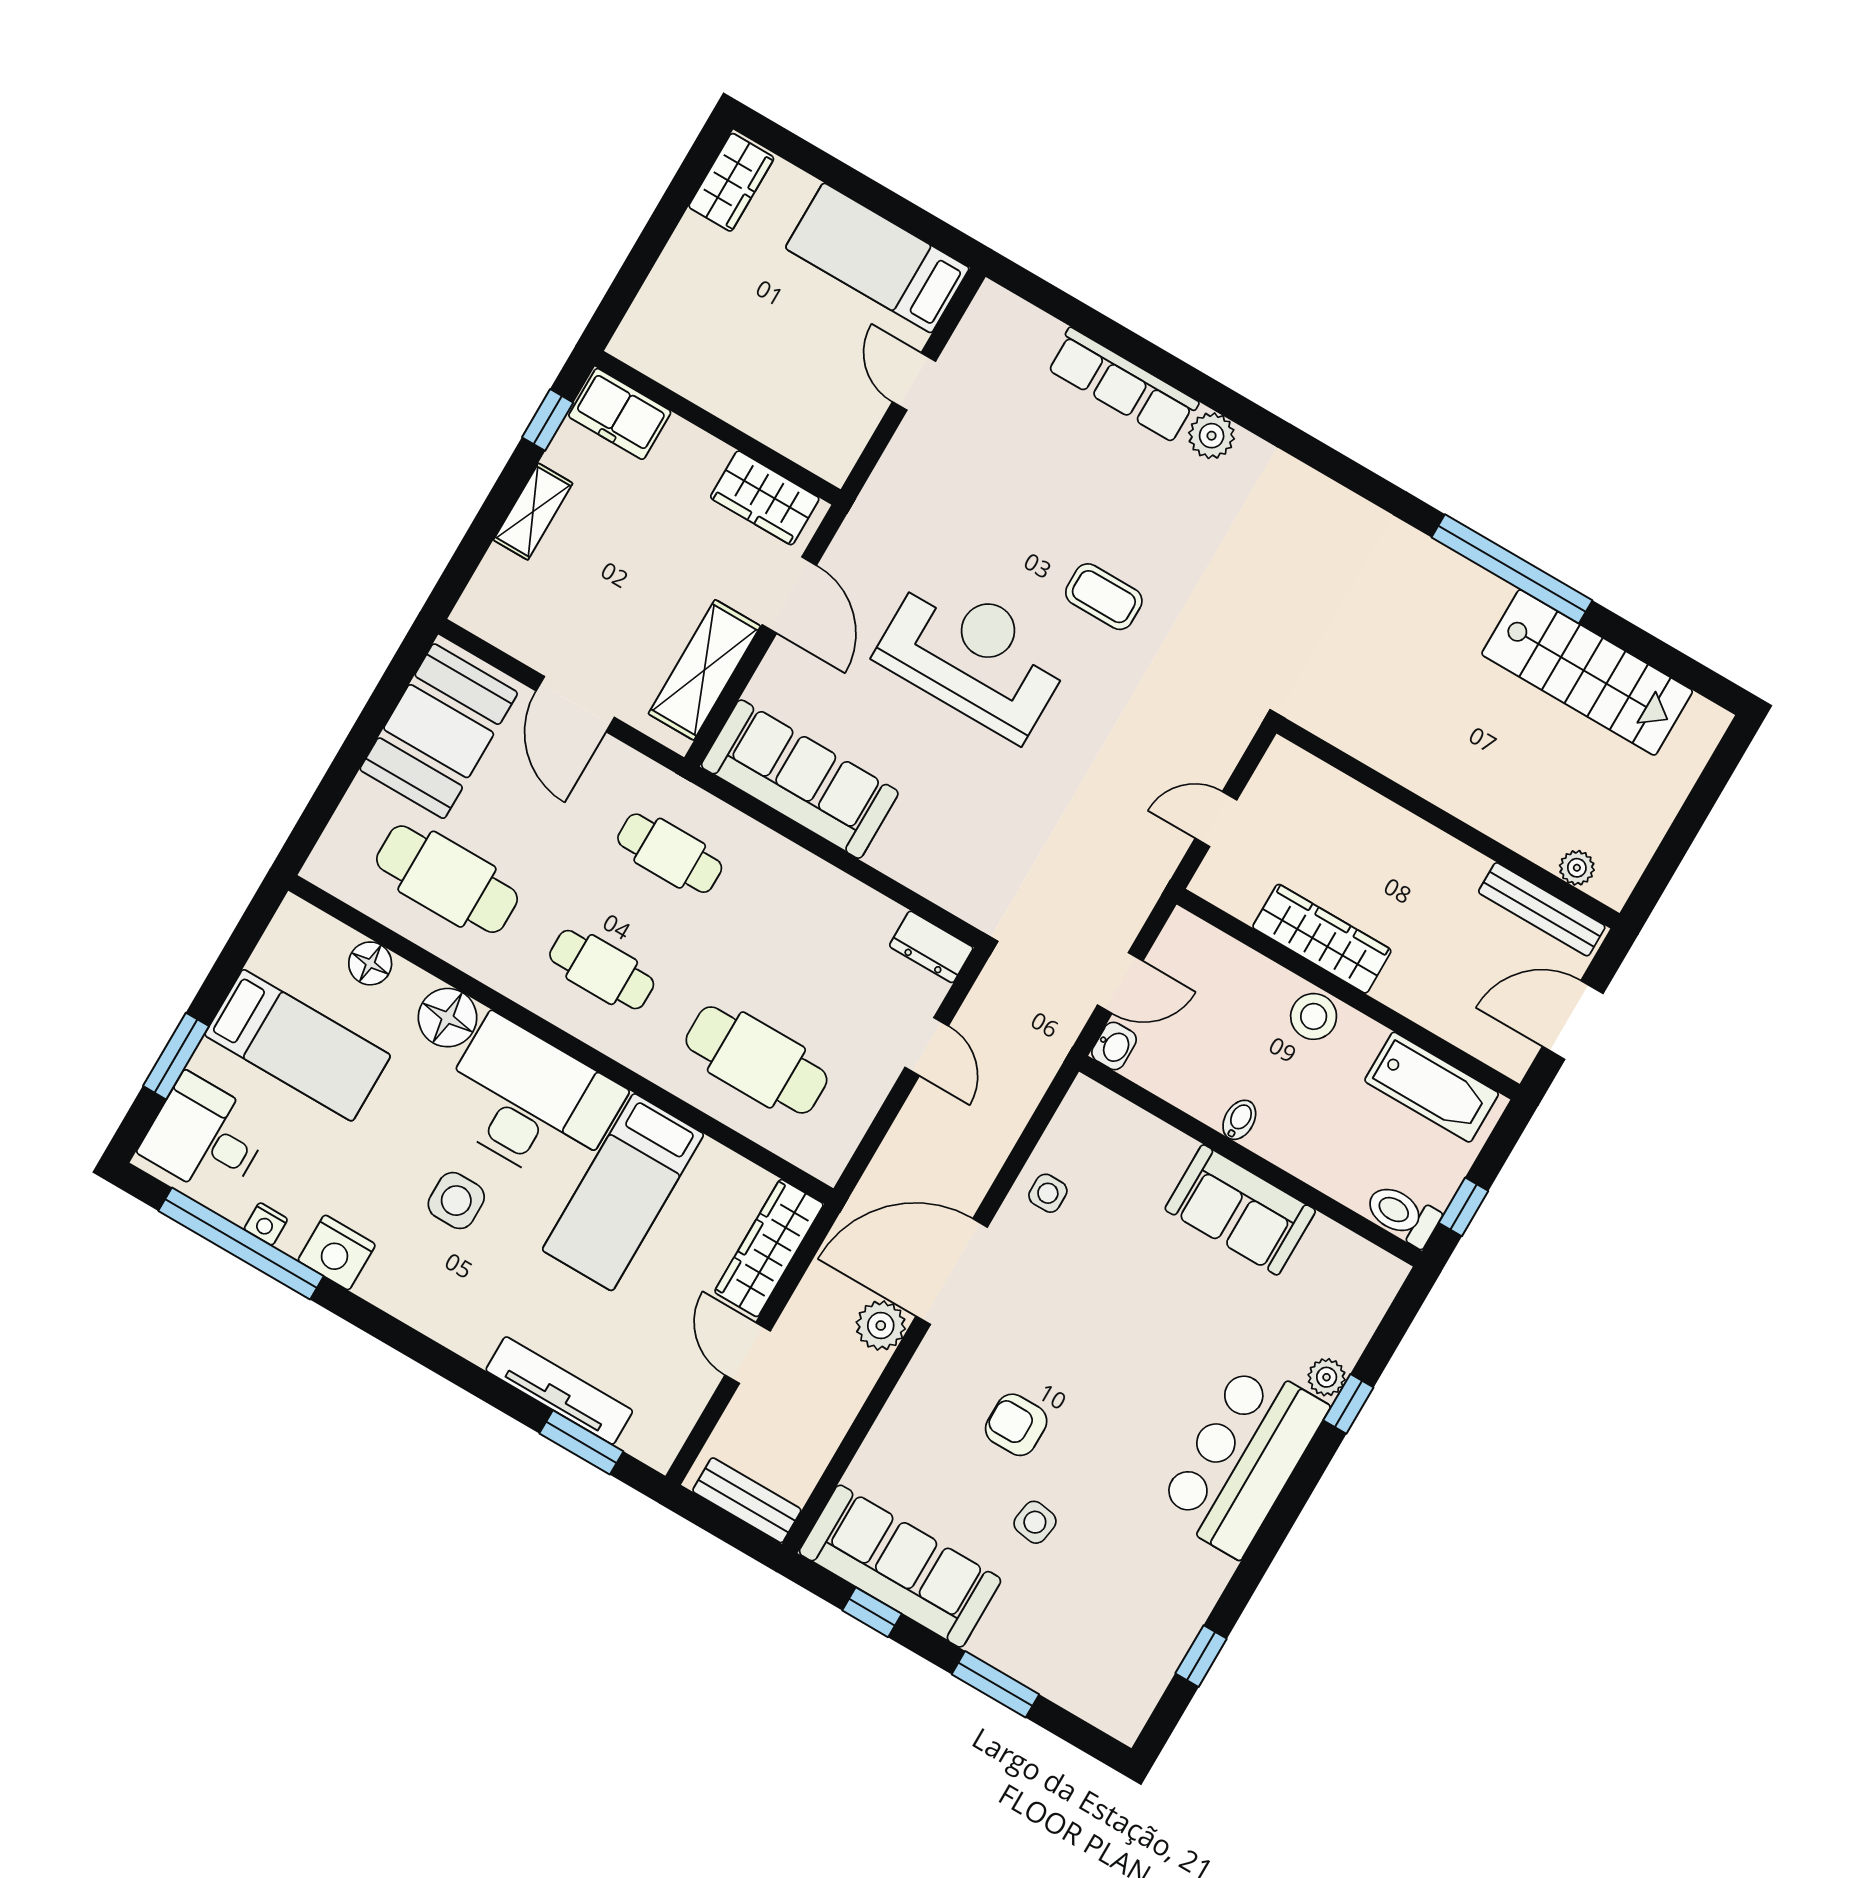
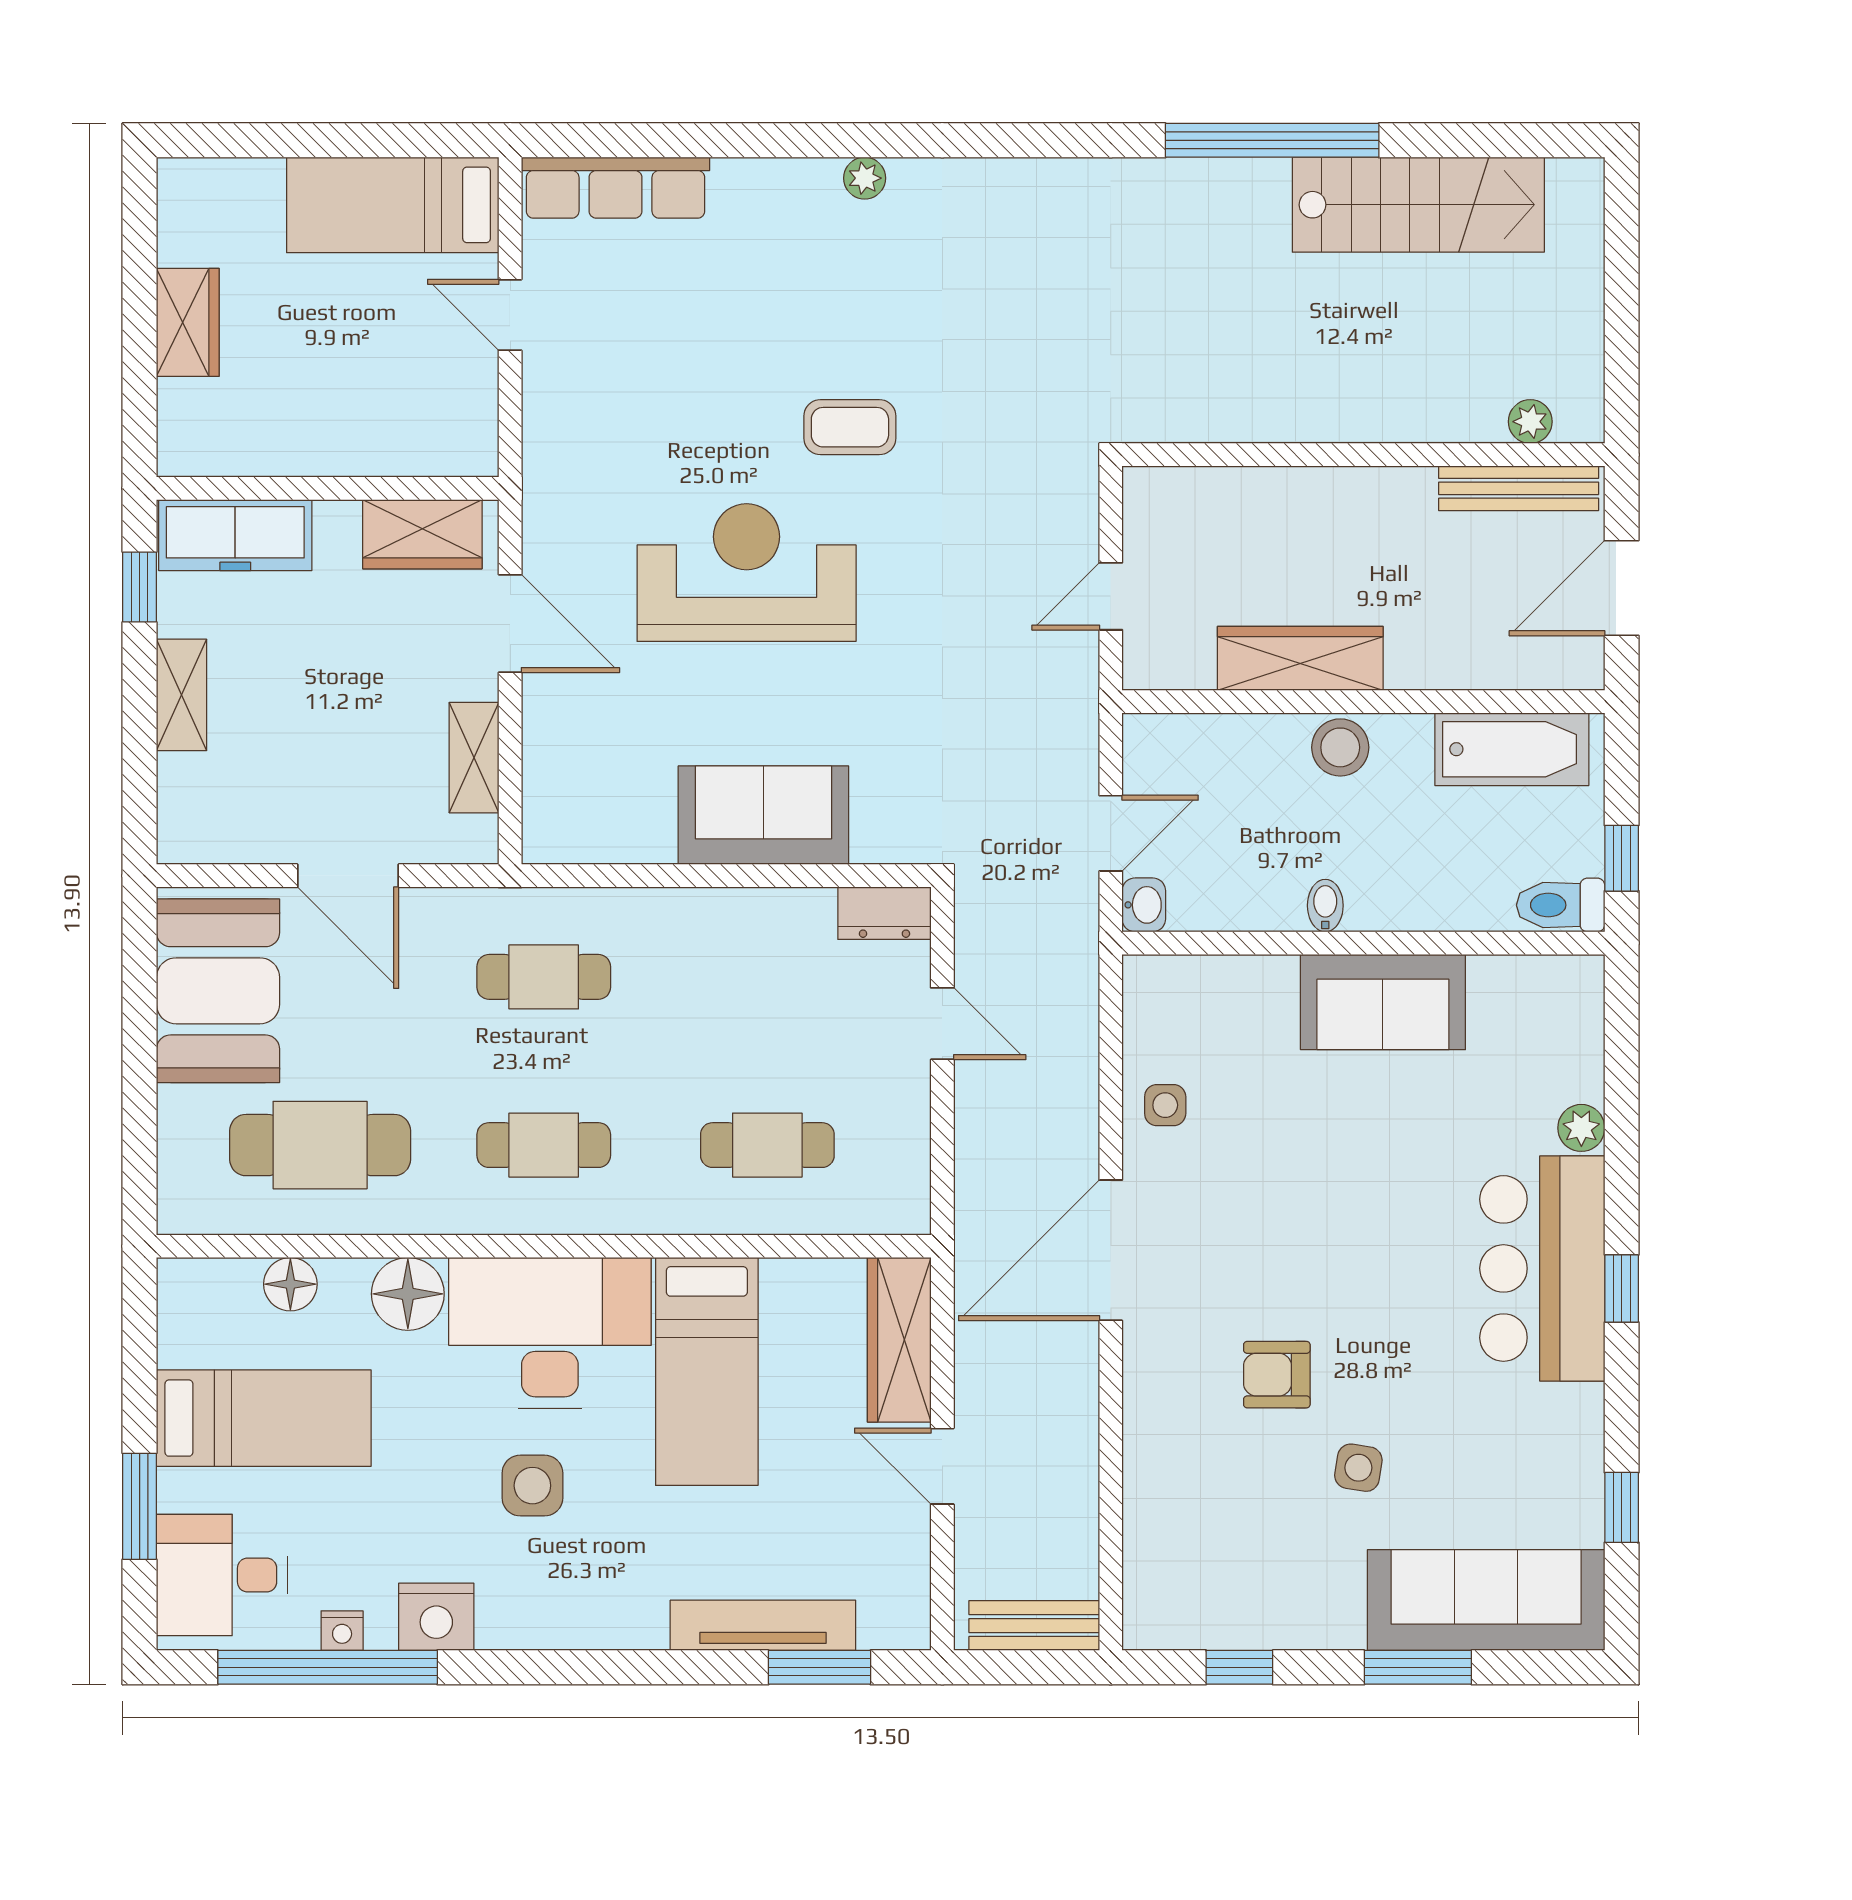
wardrobe: (731, 182) -> (188, 322), moved
row of seats: (1123, 385) -> (616, 188), moved
freezer: (620, 414) -> (235, 535), width x1.40
plant: (1212, 436) -> (865, 178), width x0.73, depth x0.73
shelving: (704, 670) -> (474, 758), width x0.67, depth x0.75
sofa: (800, 779) -> (763, 815), moved, width x0.73
cafe table: (756, 1060) -> (767, 1145), width x0.73, depth x0.74
plant: (881, 1325) -> (1068, 1353), removed
window: (1348, 1404) -> (1622, 1288), moved
sofa: (900, 1566) -> (1486, 1600), moved

